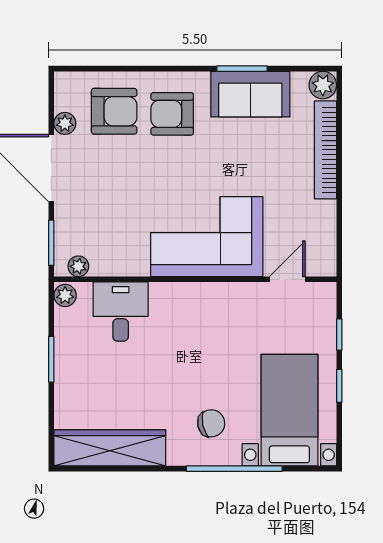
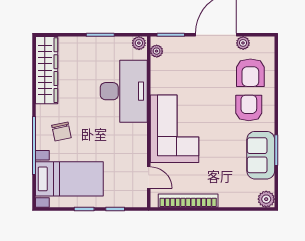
bookcase: (326, 150) -> (188, 201), moved
desk: (121, 312) -> (124, 91), width x1.87, depth x1.30

